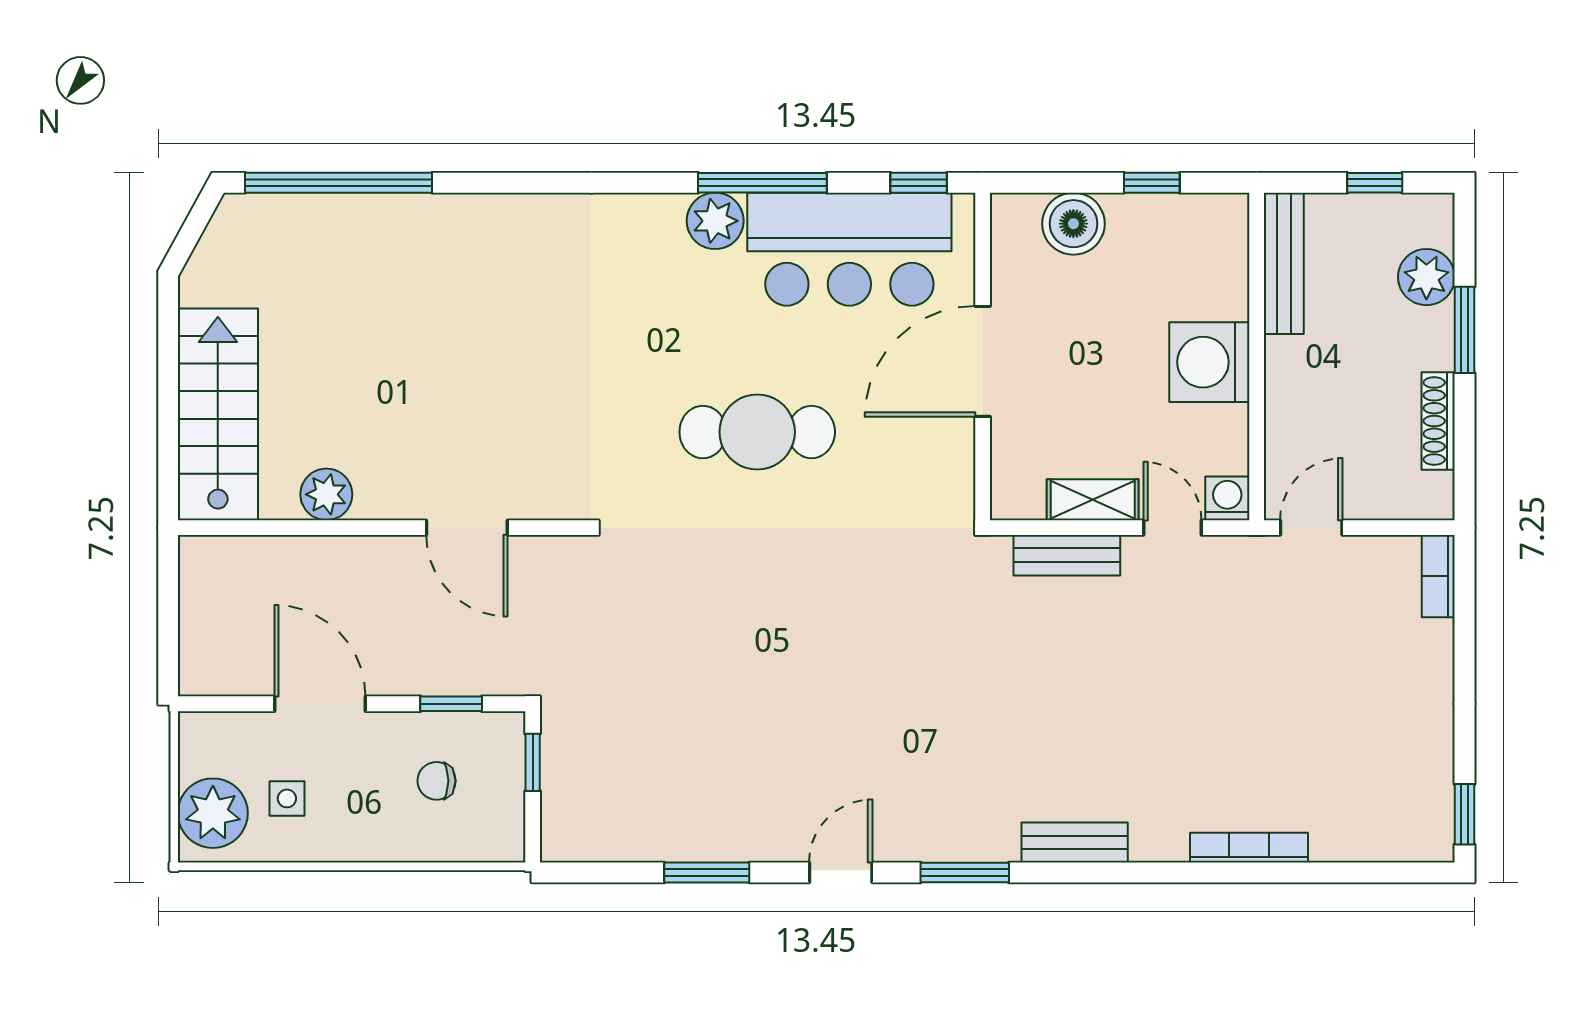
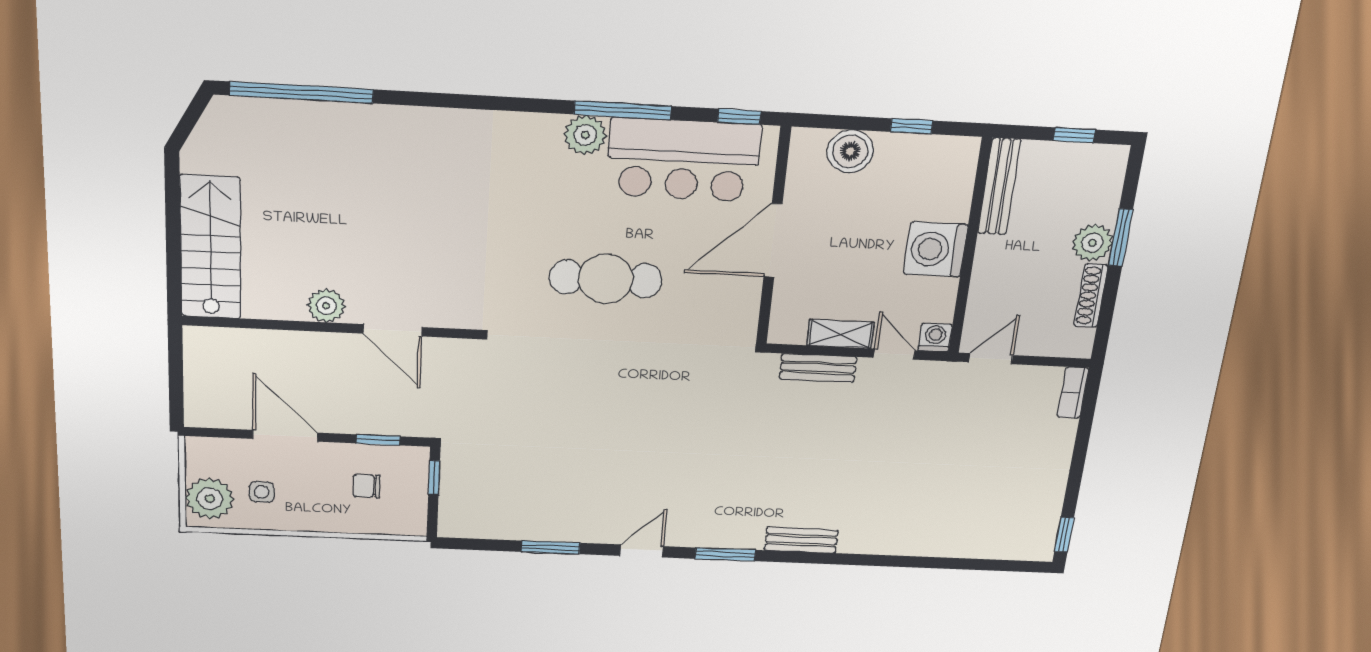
plant: (1426, 277) -> (1092, 243), moved
plant: (326, 494) -> (326, 306), moved
bookcase: (1249, 848) -> (918, 548), removed

